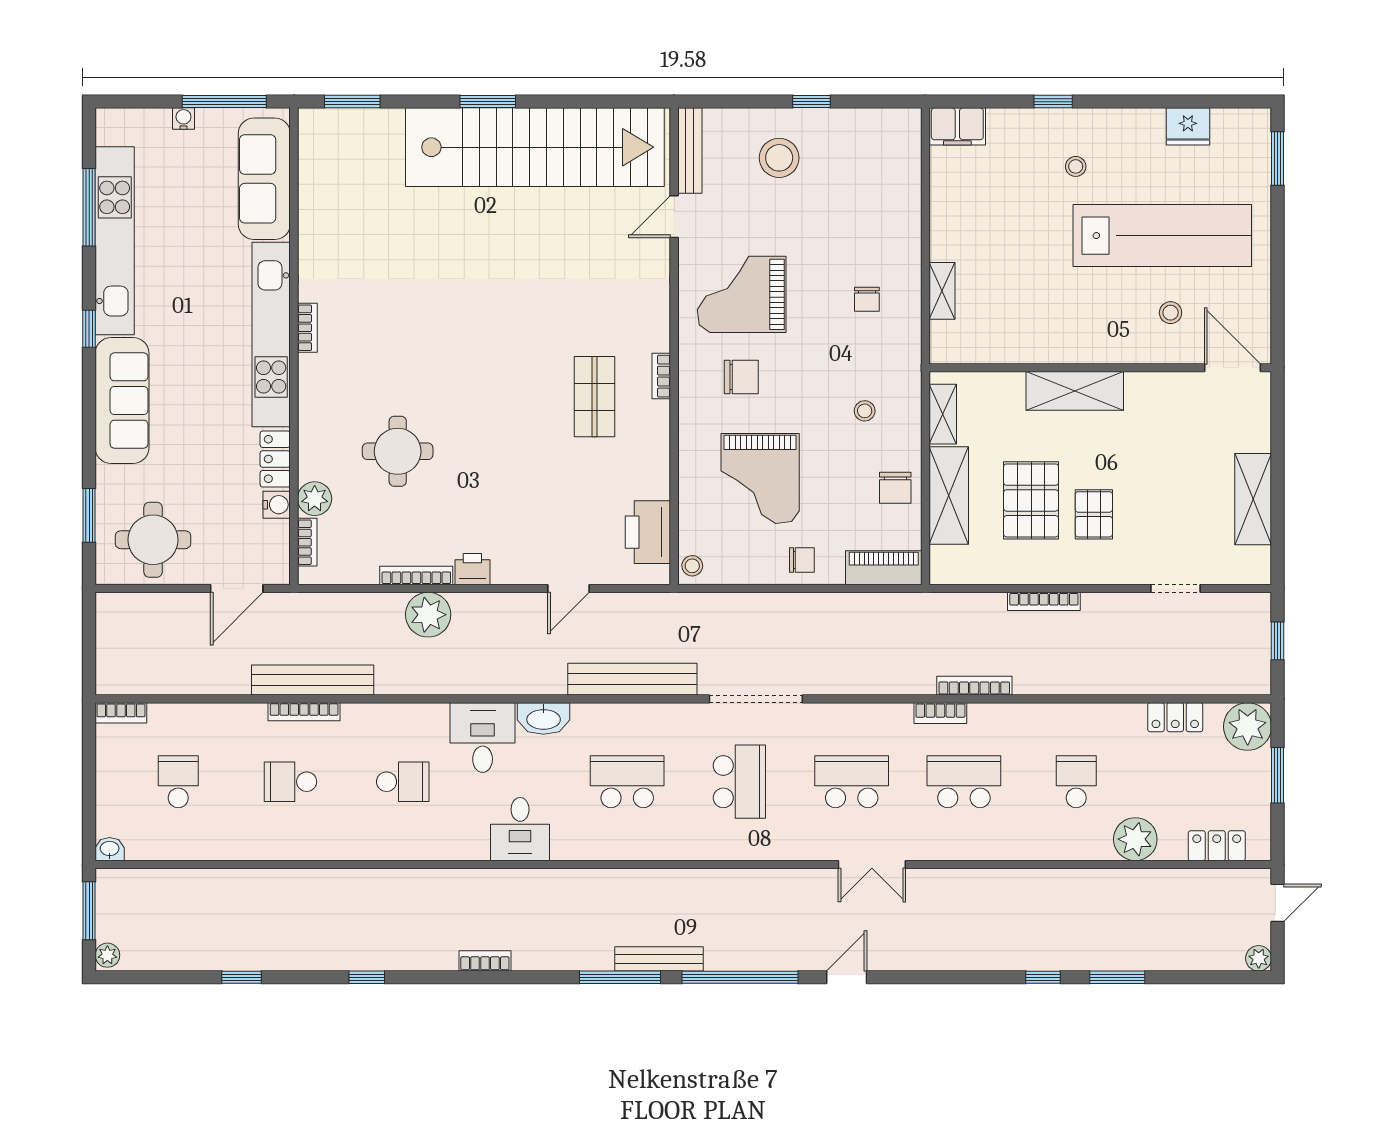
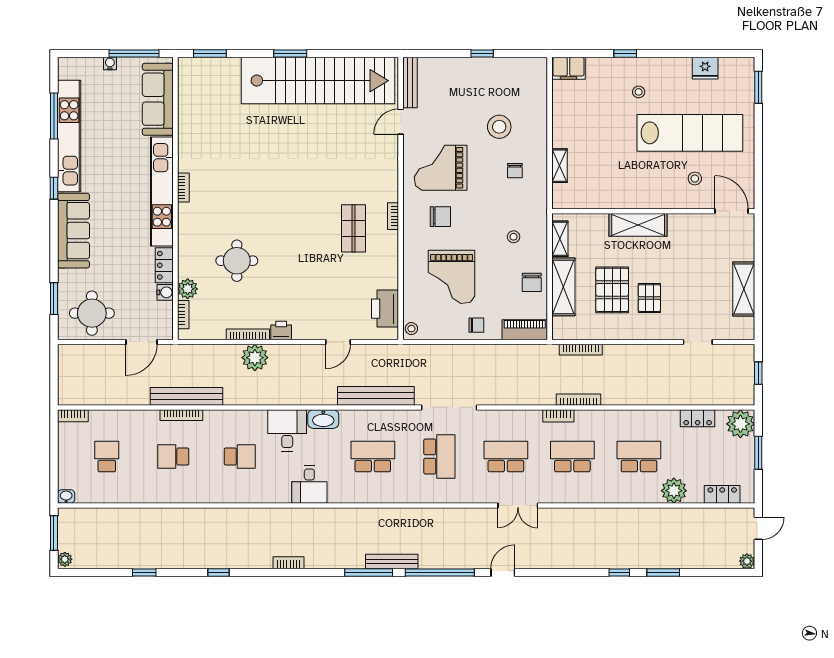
stool: (779, 158) -> (499, 127), moved
bookcase: (1044, 601) -> (581, 350), moved
school desk: (1076, 782) -> (639, 457), width x1.85

